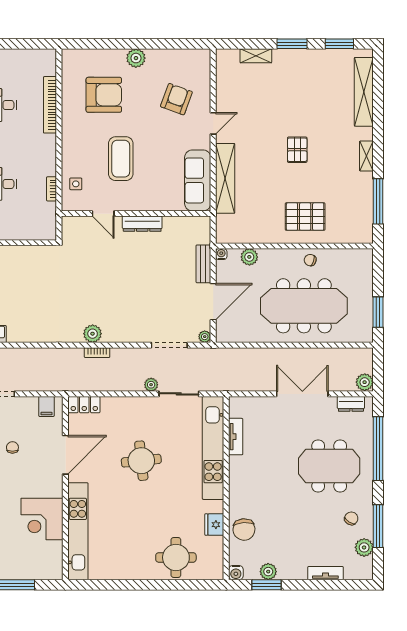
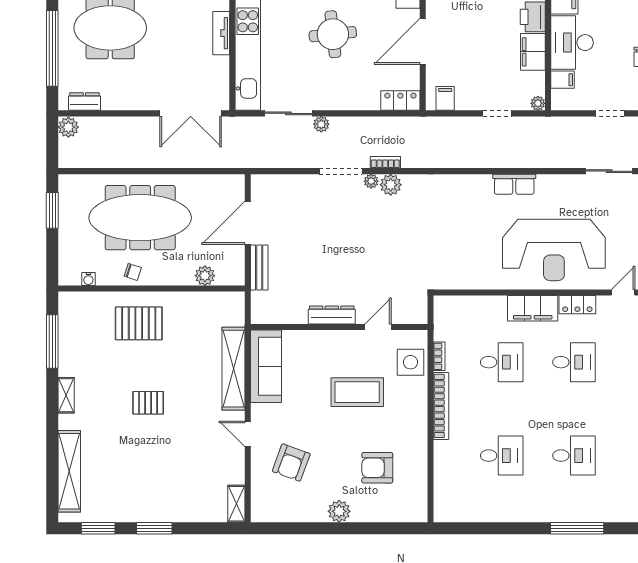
shelving: (256, 56) -> (236, 504), moved, turned 90
armchair: (104, 95) -> (377, 468), width x0.73, depth x0.73
bookcase: (50, 105) -> (441, 406), moved
door: (213, 123) -> (248, 434), hinge flipped
pallet: (297, 150) -> (148, 403), turned 90
coffee table: (121, 159) -> (357, 392), turned 90
side table: (76, 184) -> (410, 362), width x1.87, depth x1.87
door: (103, 214) -> (378, 327), hinge flipped
water cooler: (221, 254) -> (88, 279), moved
plant: (205, 337) -> (371, 181), moved
doorway: (169, 345) -> (341, 171), moved
double door: (302, 394) -> (191, 113), moved
tv unit: (236, 437) -> (221, 33), moved
chair: (12, 447) -> (486, 50), removed

